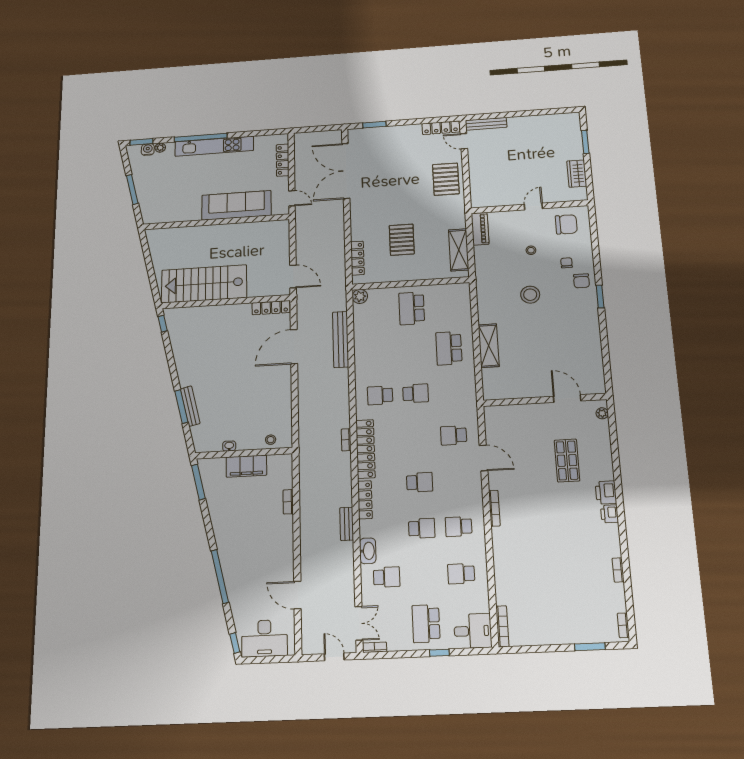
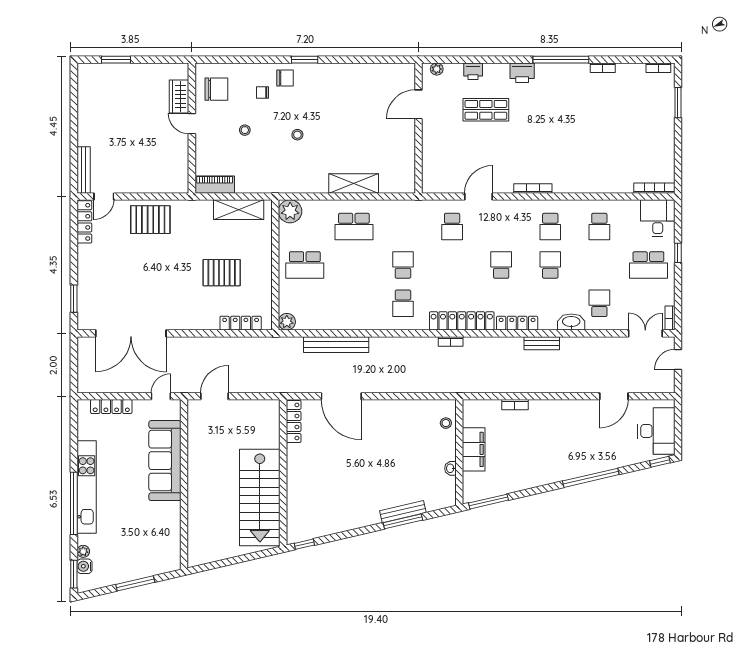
wardrobe: (577, 174) -> (179, 97), moved, turned 90
chair: (566, 224) -> (216, 89), turned 90
door: (293, 276) -> (214, 396), moved
plant: (460, 293) -> (290, 211), added
stool: (530, 295) -> (297, 135), width x0.53, depth x0.53
printer: (609, 514) -> (473, 71), moved
window: (622, 529) -> (561, 60), added

